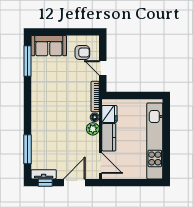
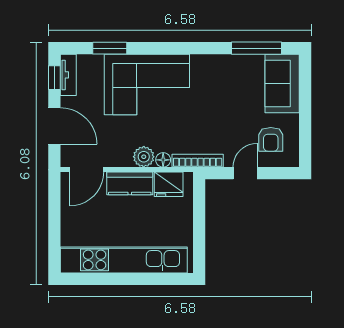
corner sofa: (49, 127) -> (147, 85), added
window: (28, 149) -> (110, 48), width x0.69

